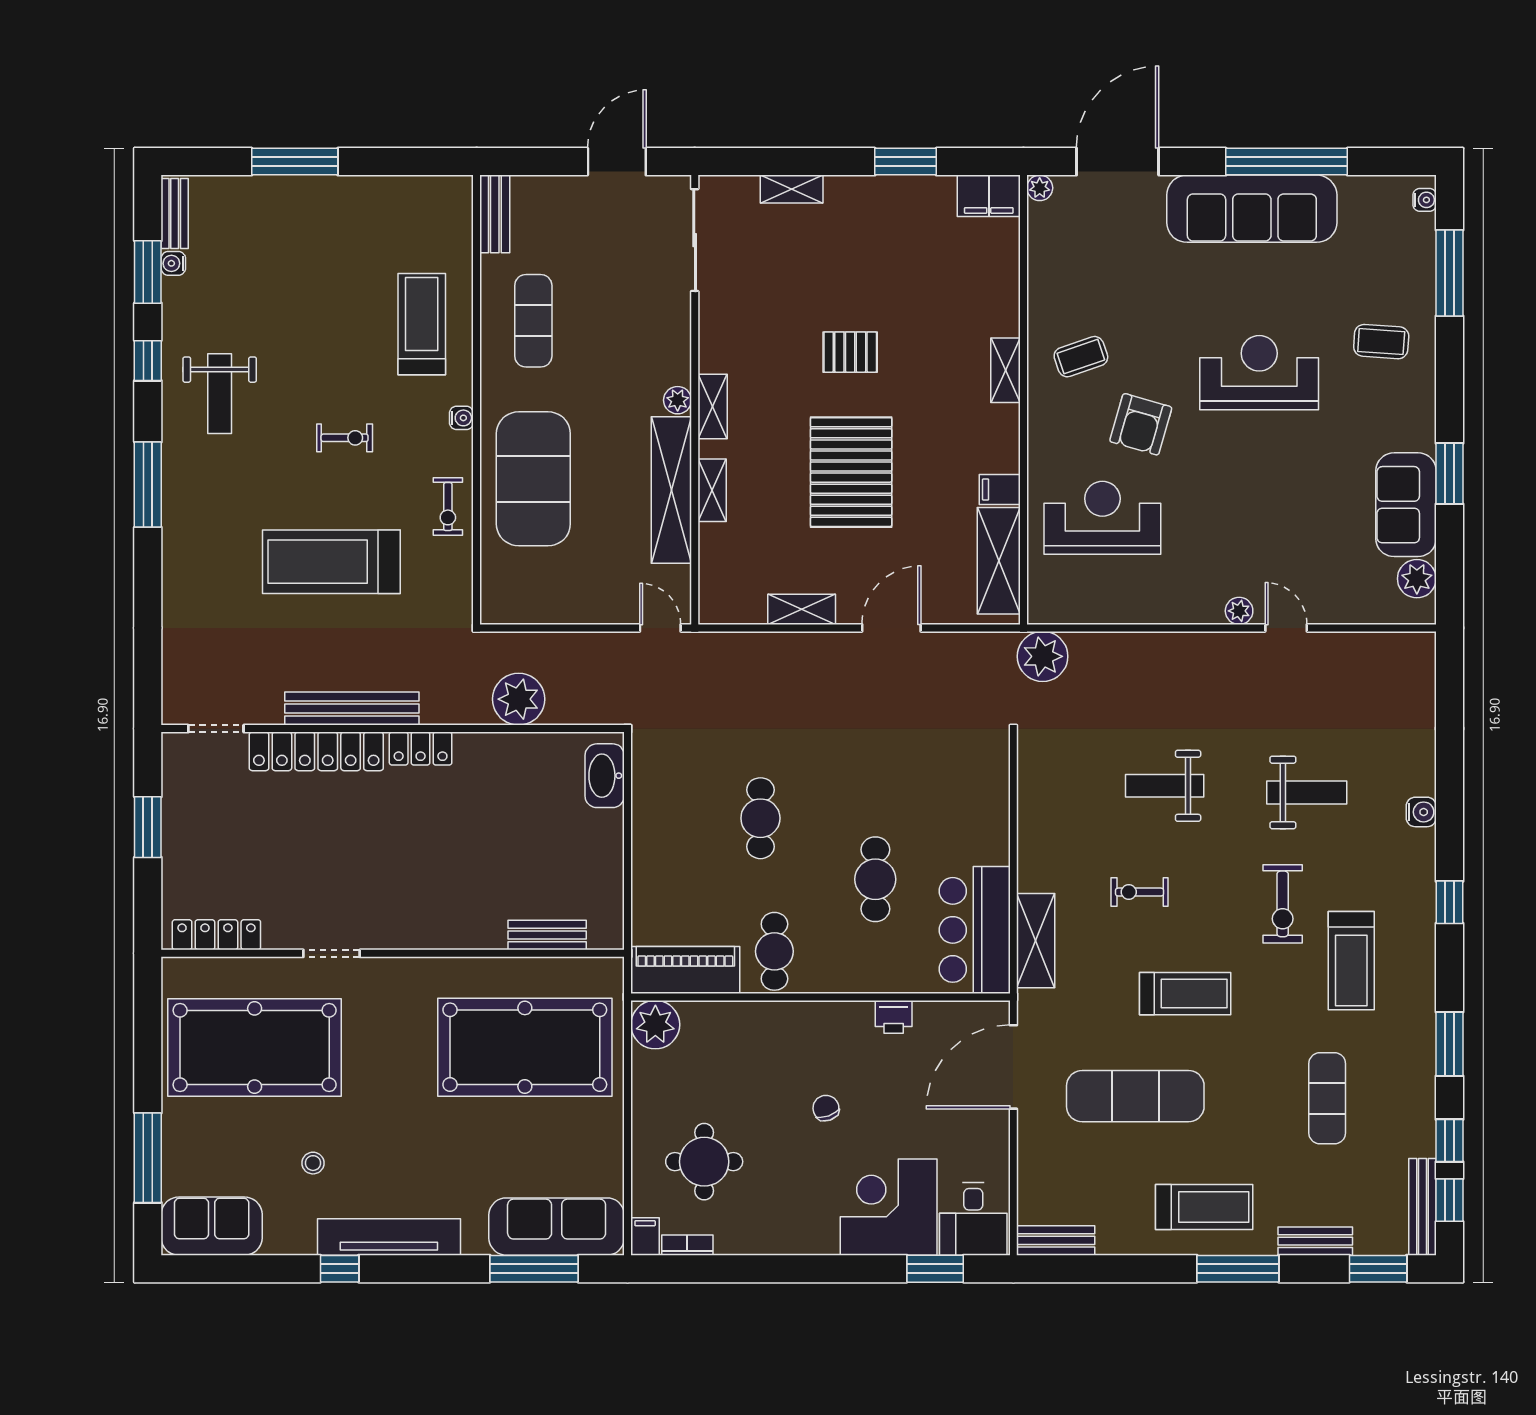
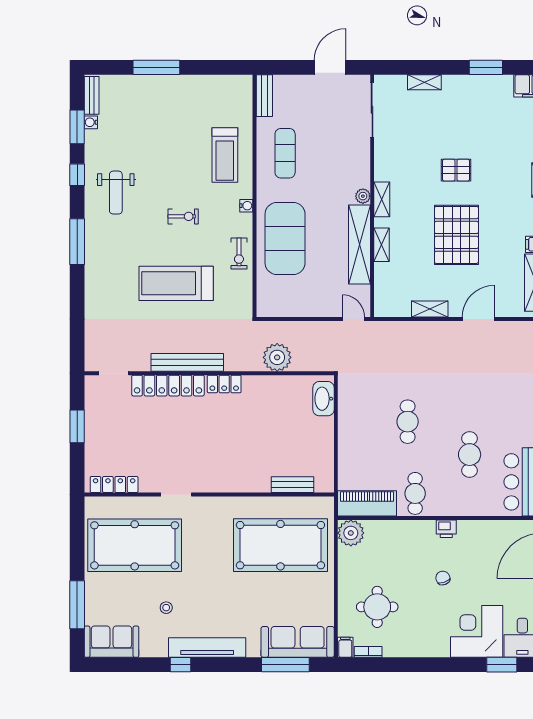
treadmill: (422, 324) -> (225, 155), turned 180
printer: (894, 1017) -> (446, 529), moved

